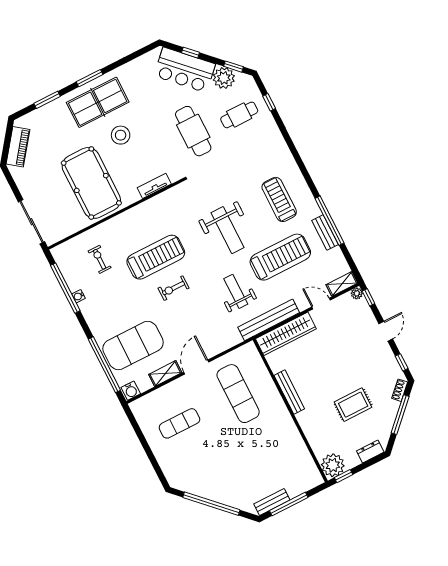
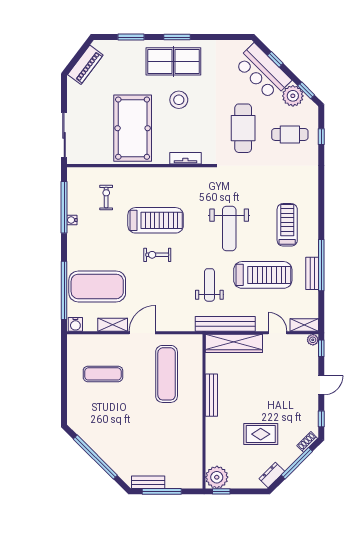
dresser: (370, 452) -> (272, 475), moved, turned -45

